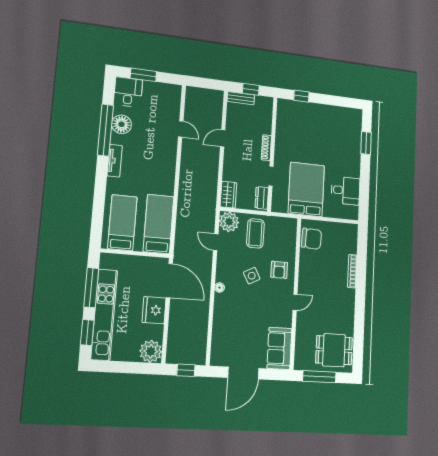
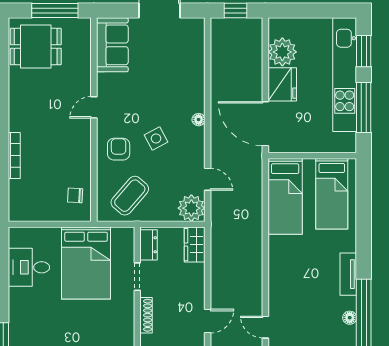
floor lamp: (121, 124) -> (350, 318), width x0.53, depth x0.53
coffee table: (255, 233) -> (130, 196), moved, turned 41
chair: (311, 239) -> (75, 195), width x0.54, depth x0.54
plant: (151, 351) -> (282, 52), moved

